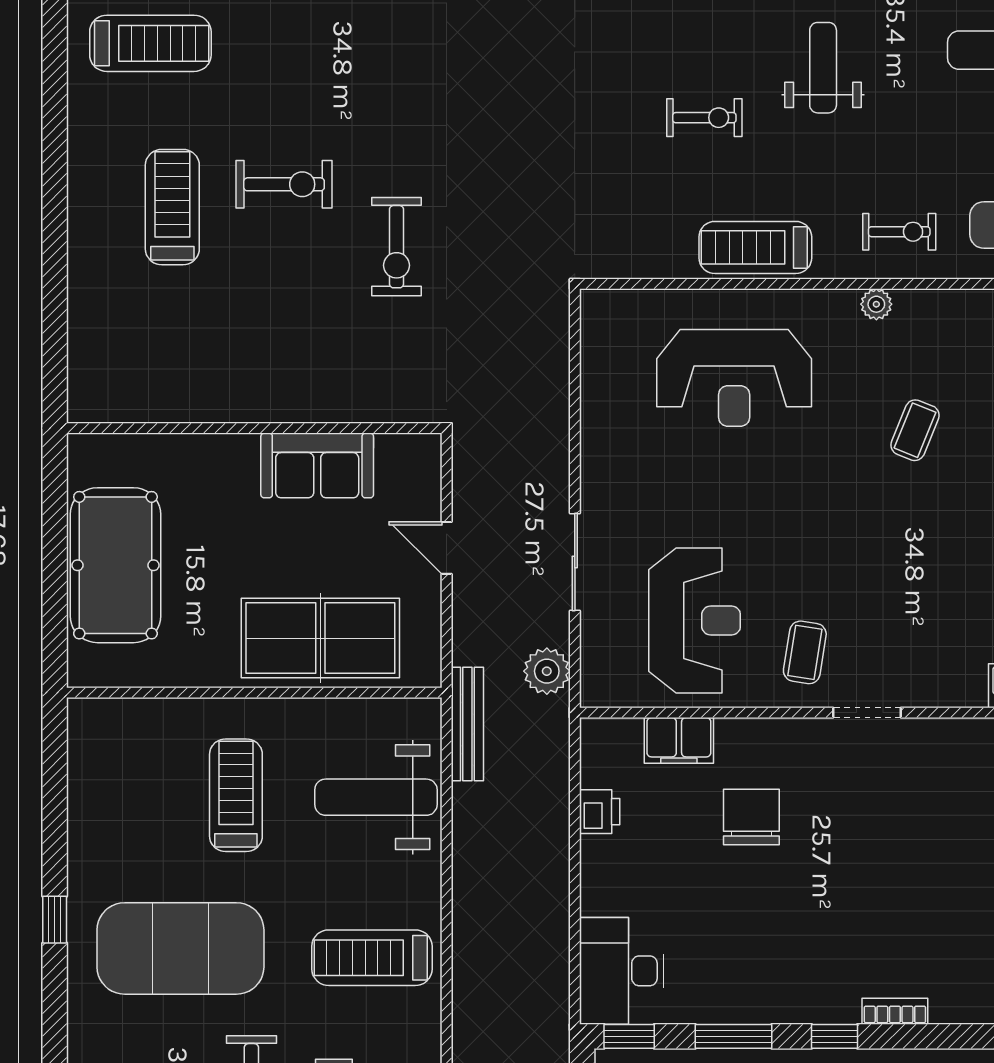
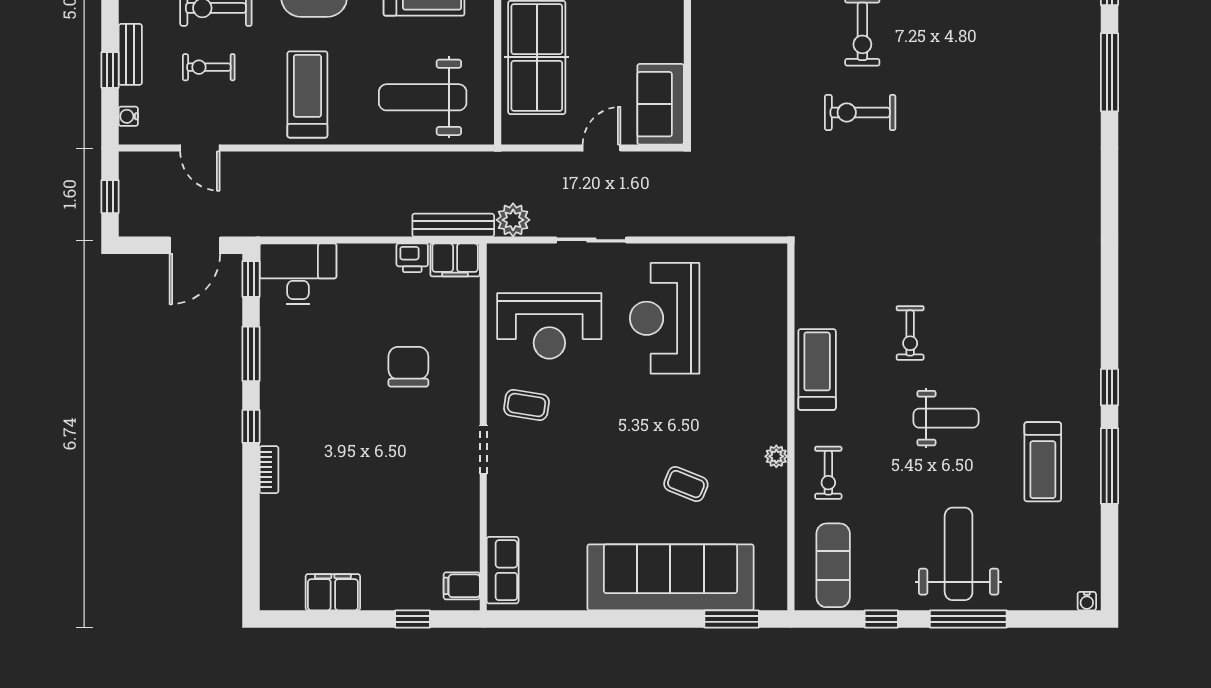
exercise bike: (397, 247) -> (860, 112), moved
reception desk: (734, 378) -> (665, 318), moved
sofa: (317, 465) -> (661, 104), moved
bench: (467, 724) -> (453, 225), moved
filing cabinet: (679, 740) -> (455, 260), moved, turned -90
weight bench: (376, 797) -> (423, 97), turned -90
chair: (751, 817) -> (408, 367), turned -90

